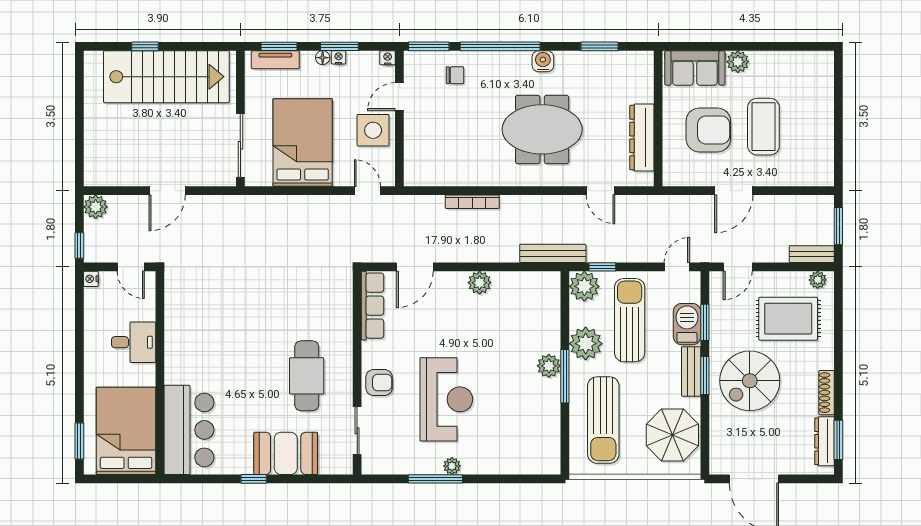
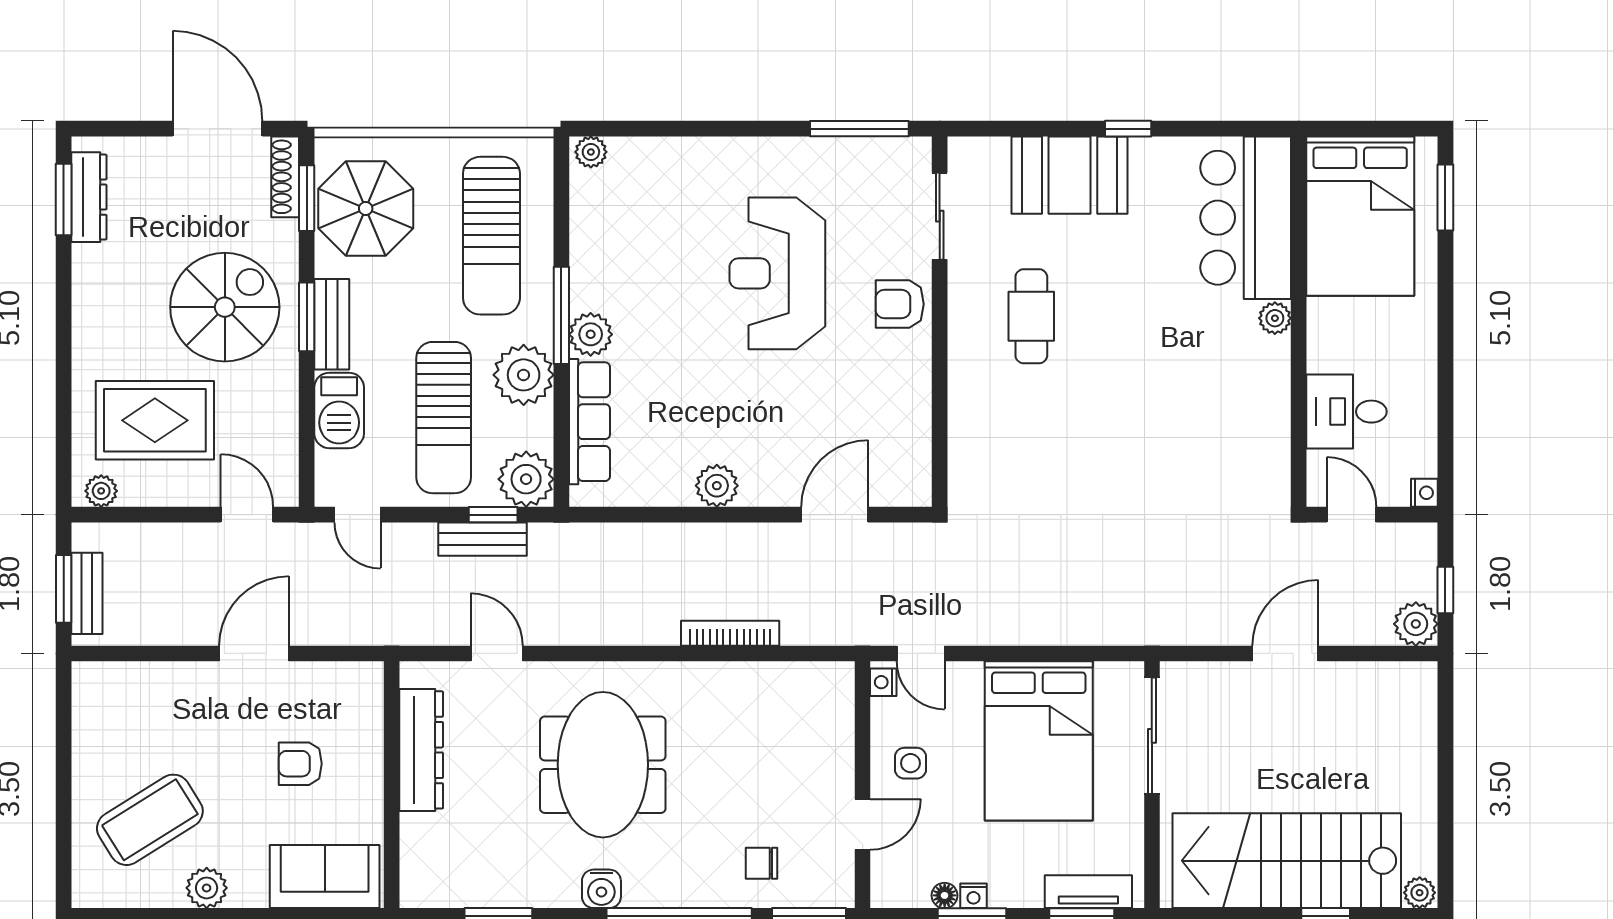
floor lamp: (323, 58) -> (945, 895), moved
nightstand: (388, 58) -> (883, 682), moved, turned 90
plant: (93, 59) -> (1420, 893), added
plant: (738, 62) -> (207, 888), moved
coffee table: (763, 127) -> (150, 820), moved, turned 58
meeting table: (542, 129) -> (603, 765), turned 90
side table: (373, 130) -> (910, 763), width x0.54, depth x0.54
armchair: (708, 130) -> (300, 764), width x0.53, depth x0.53
window: (79, 246) -> (1445, 590), moved
bench: (553, 253) -> (482, 539), moved, width x0.73
bench: (812, 254) -> (87, 593), moved, turned 90
door: (677, 267) -> (357, 515), hinge flipped
door: (738, 267) -> (247, 515), hinge flipped
row of seats: (372, 306) -> (589, 422), moved, turned 180
window: (705, 322) -> (307, 198), moved
desk: (134, 342) -> (1346, 412), moved
plant: (173, 375) -> (1275, 318), added
cafe table: (307, 376) -> (1031, 316), width x0.73, depth x0.74
shoe rack: (827, 393) -> (285, 177), moved, turned 180
sun lounger: (603, 420) -> (491, 236), turned 180
plant: (452, 466) -> (591, 152), moved
window: (435, 479) -> (859, 129), moved

